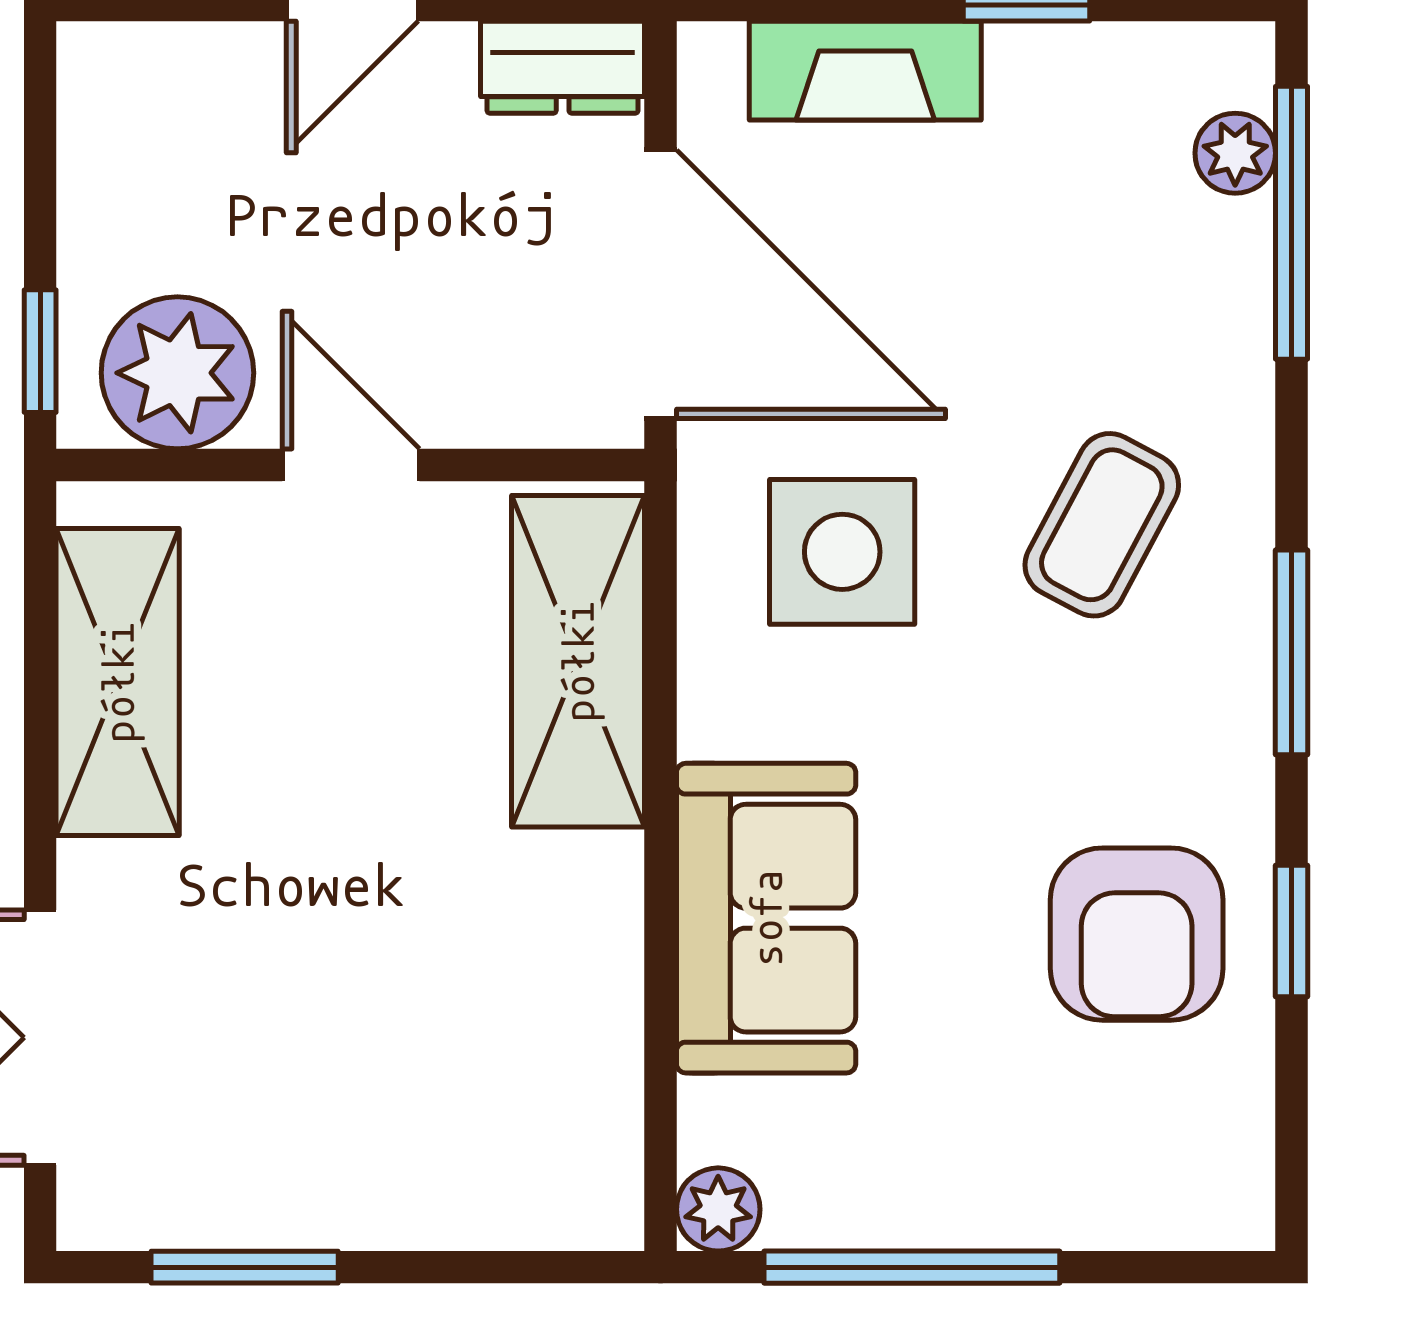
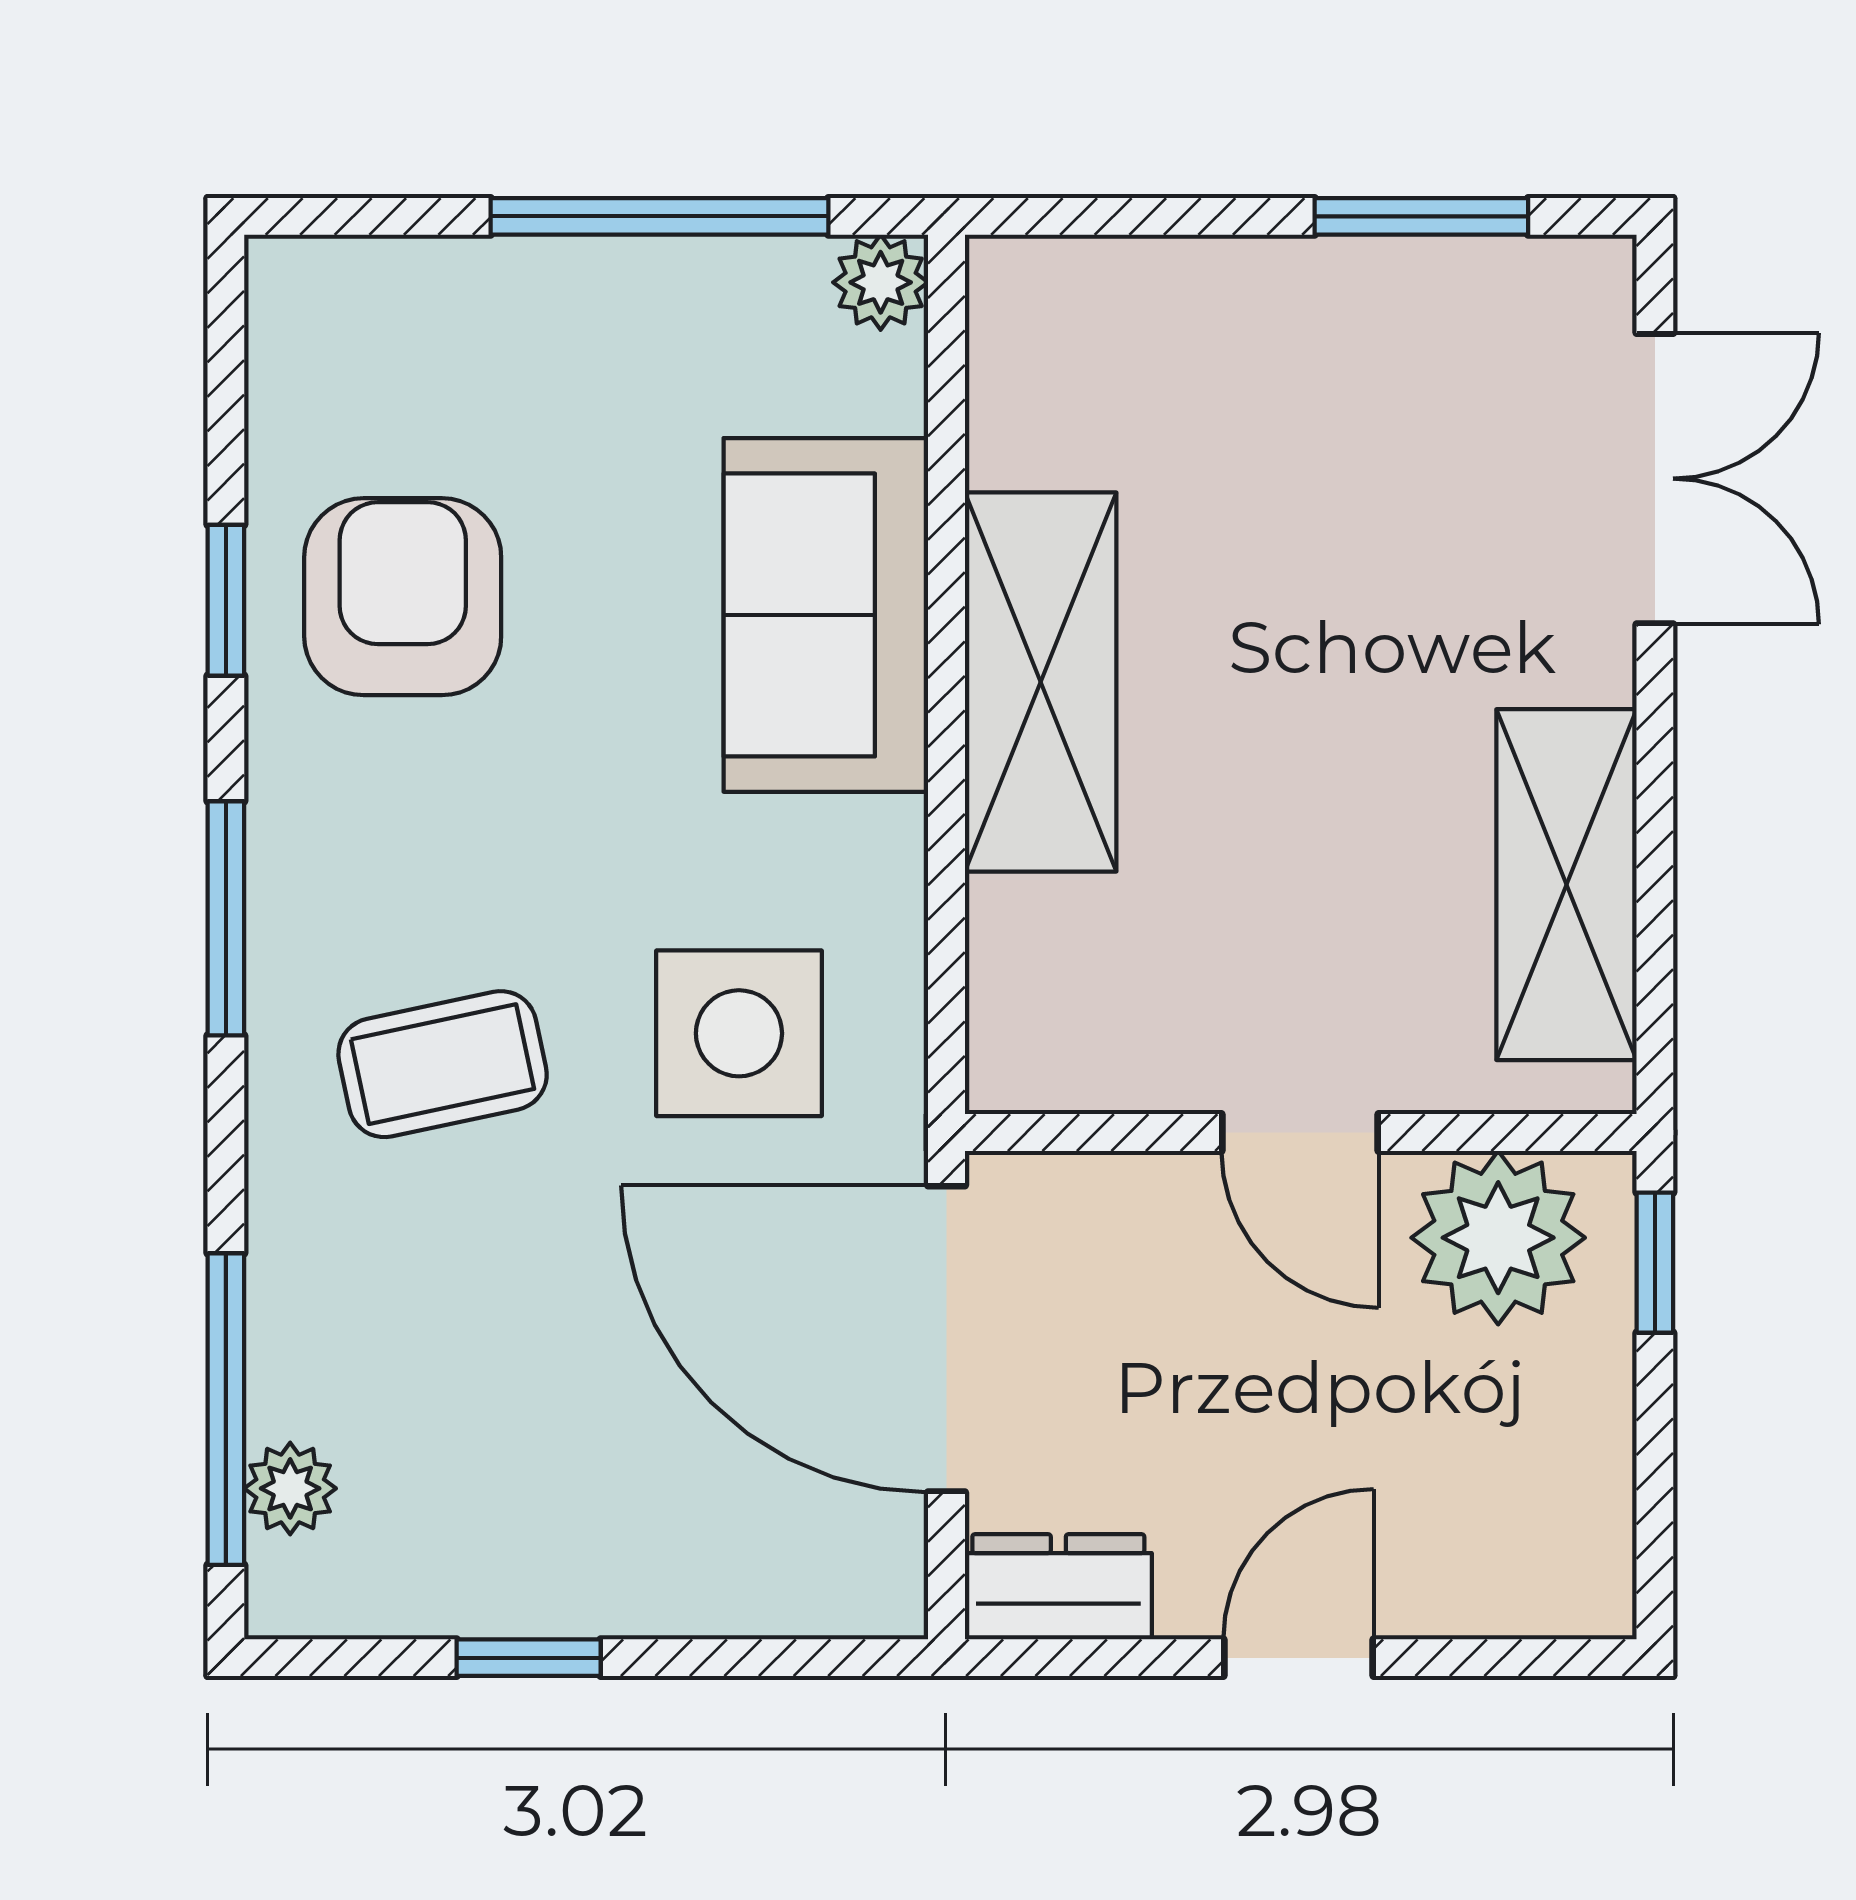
fireplace: (865, 71) -> (713, 1583), removed
coffee table: (1102, 525) -> (443, 1064), turned 50
shelving: (578, 661) -> (1041, 682), moved

